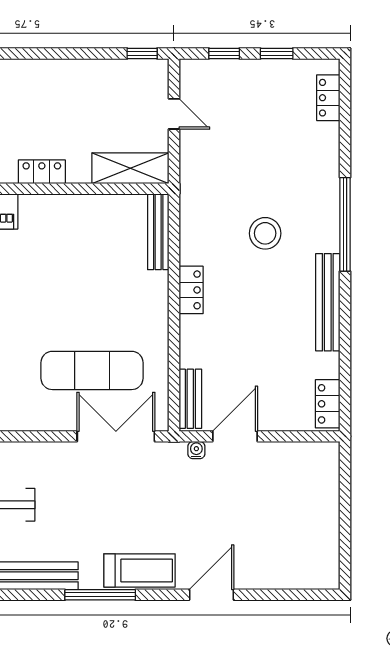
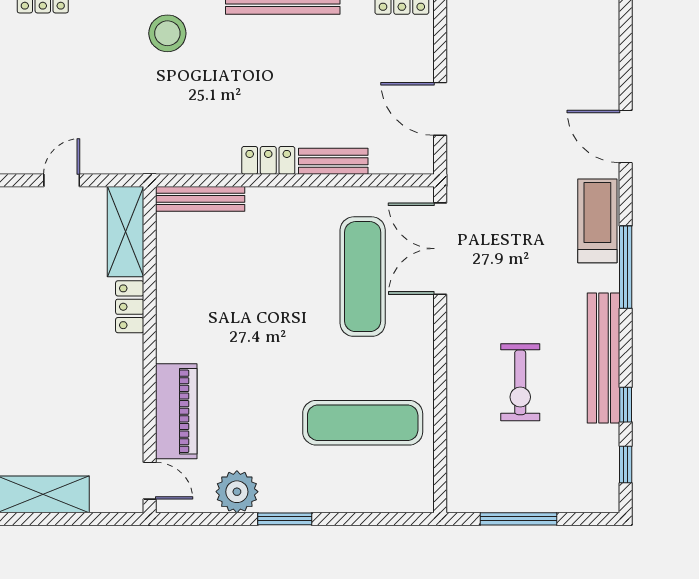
locker: (42, 172) -> (130, 307), moved
stool: (265, 233) -> (167, 33), moved
bench: (190, 399) -> (333, 161), moved
water cooler: (196, 450) -> (456, 154), removed

